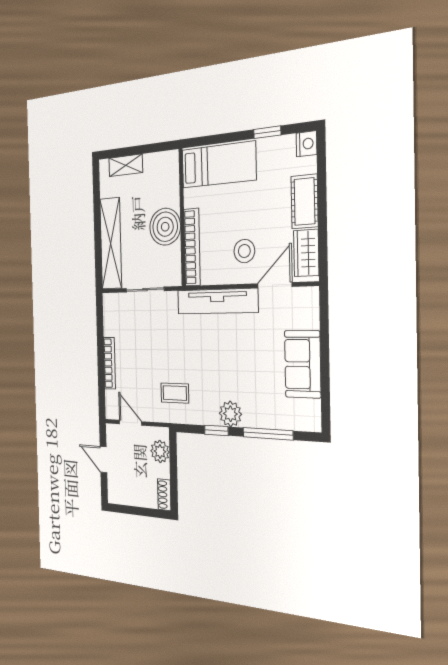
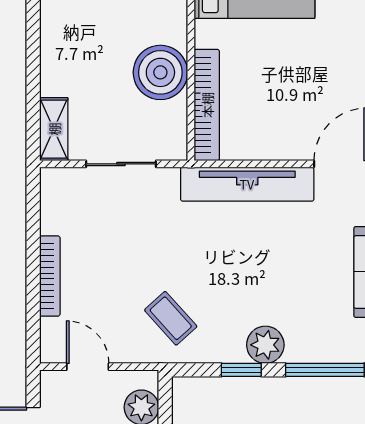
shelving: (111, 243) -> (54, 129), width x0.45, depth x0.75
stool: (244, 251) -> (293, 115), removed
coffee table: (175, 393) -> (171, 318), turned 48

